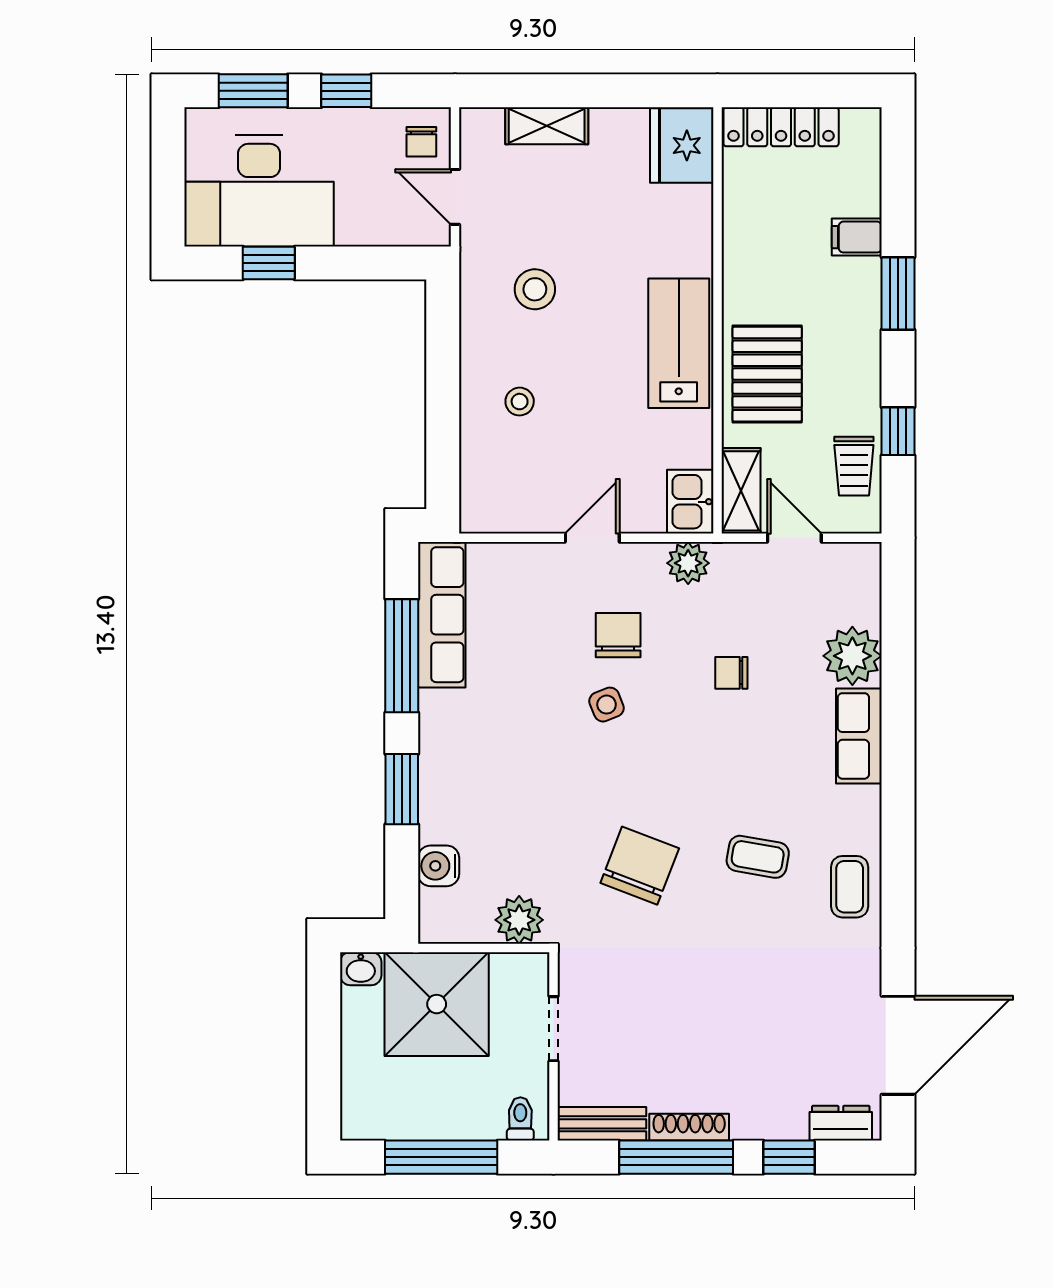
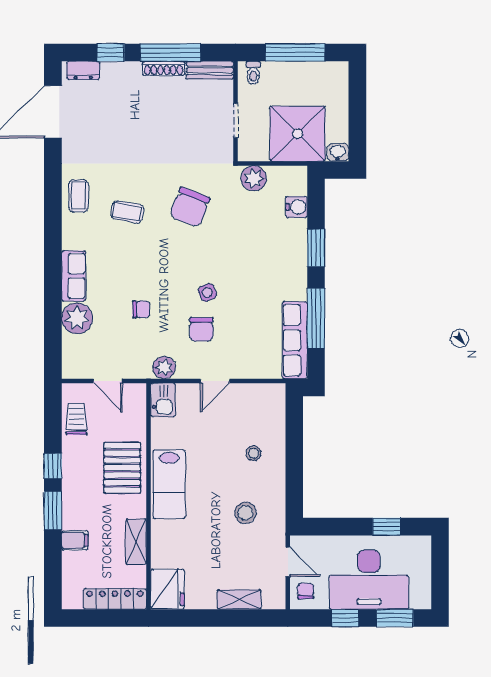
desk: (259, 191) -> (369, 580), moved, turned 180
window: (898, 431) -> (53, 466), moved
shelving: (741, 491) -> (136, 542), moved

